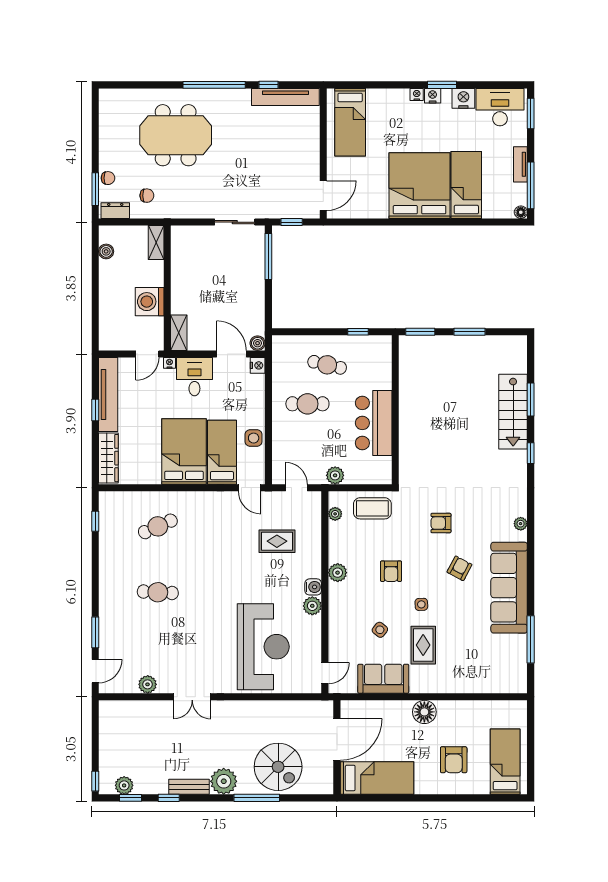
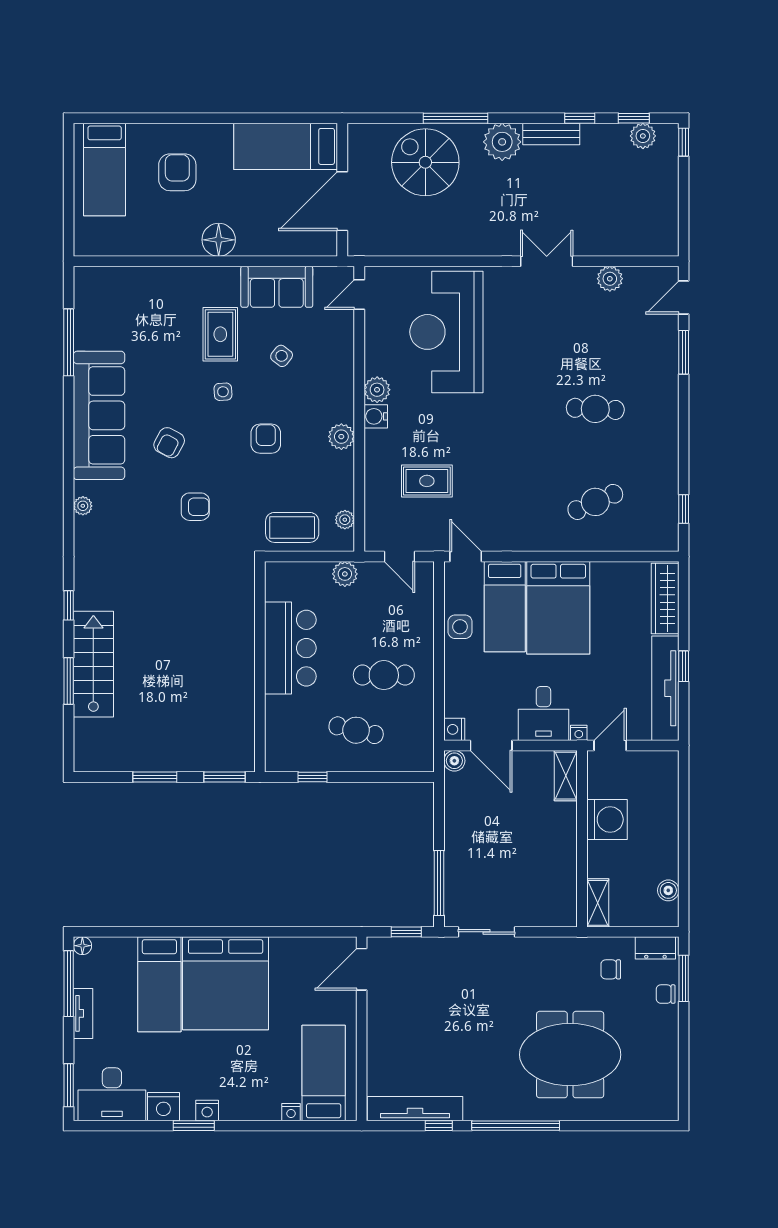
nightstand: (417, 94) -> (291, 1112), moved

